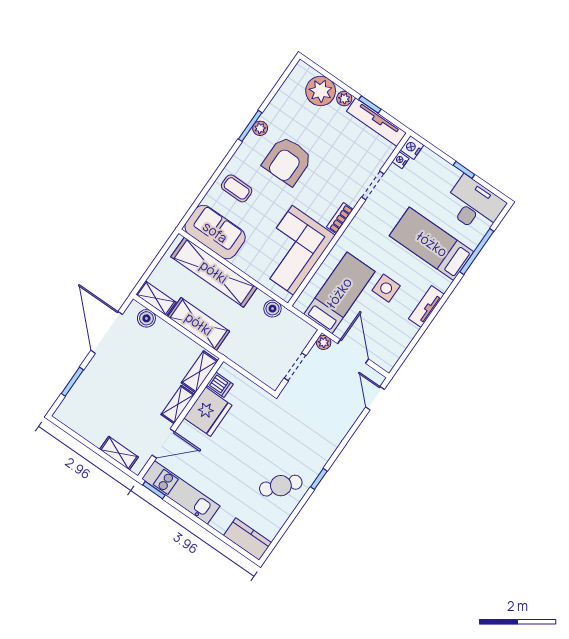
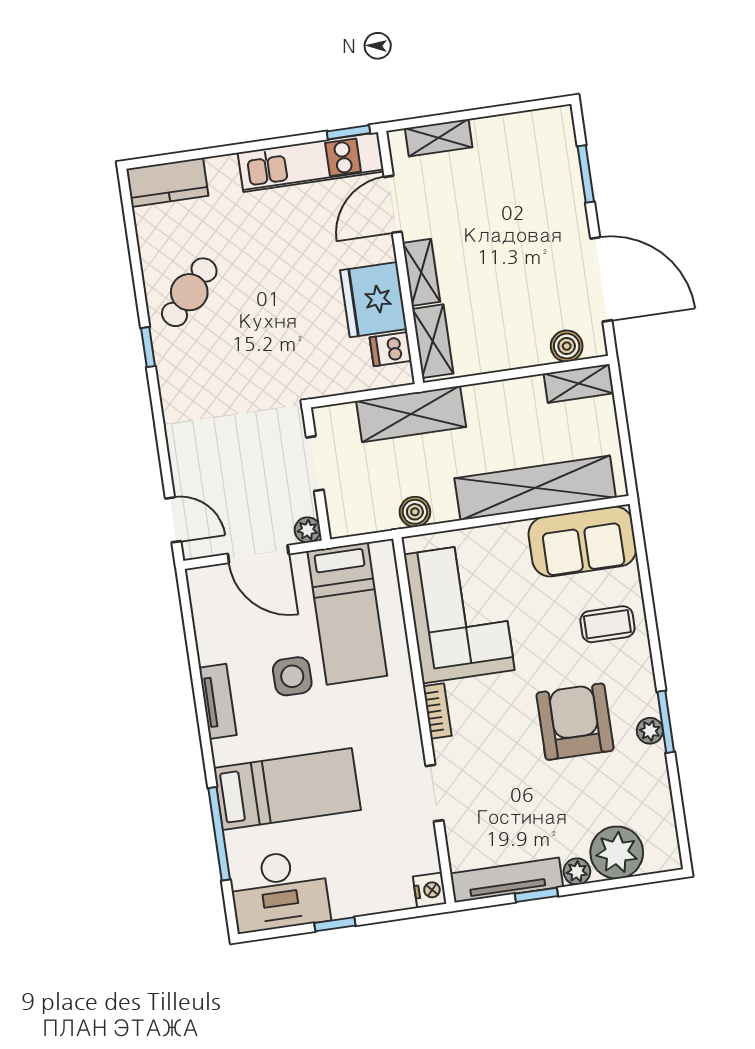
nightstand: (400, 160) -> (429, 860), removed
shelving: (199, 324) -> (411, 414), moved

